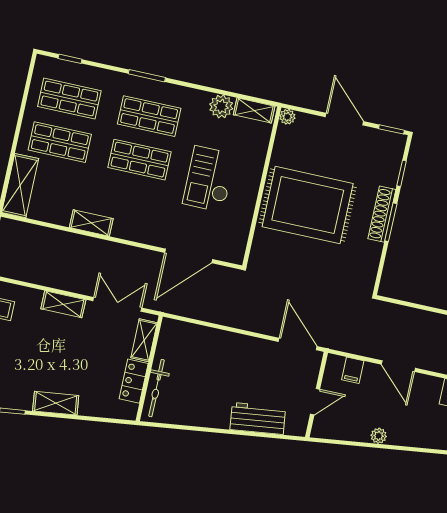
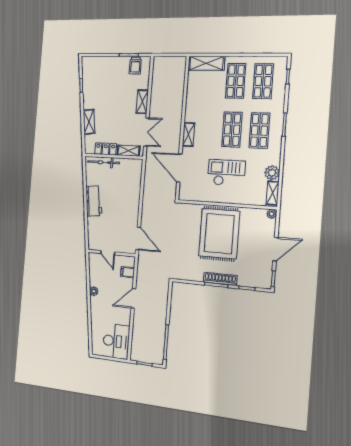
shelving: (91, 223) -> (188, 135), moved
door: (298, 344) -> (138, 239), hinge flipped
shelving: (56, 403) -> (89, 122), moved
workbench: (258, 419) -> (94, 201), moved

